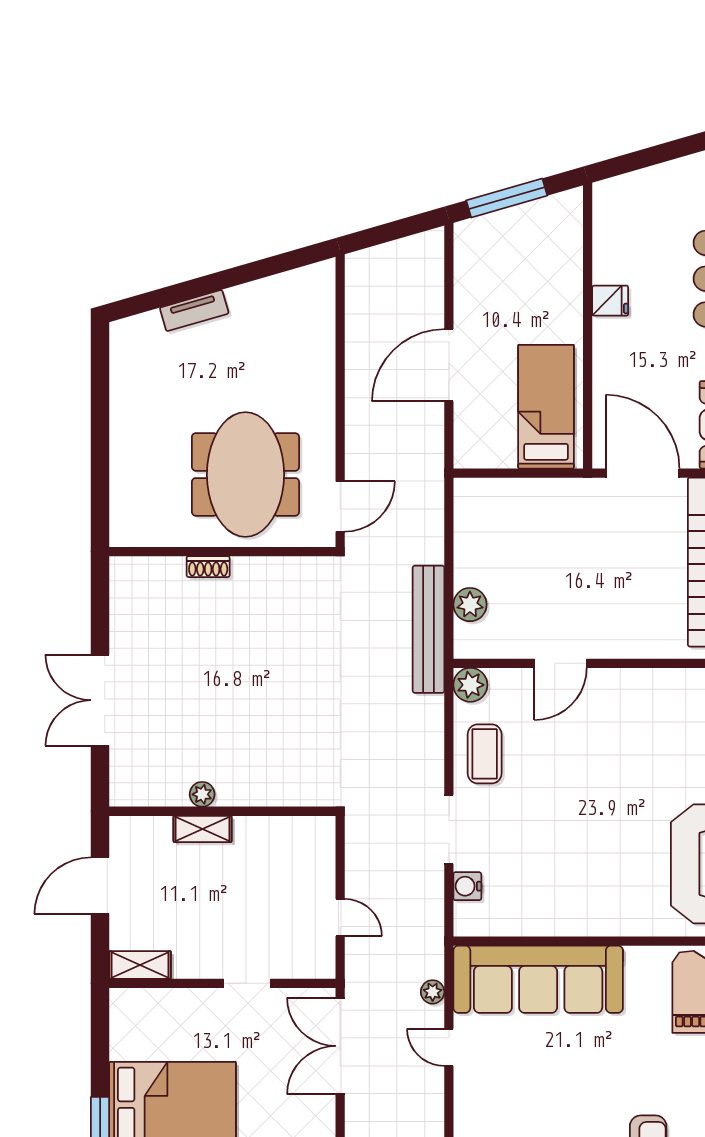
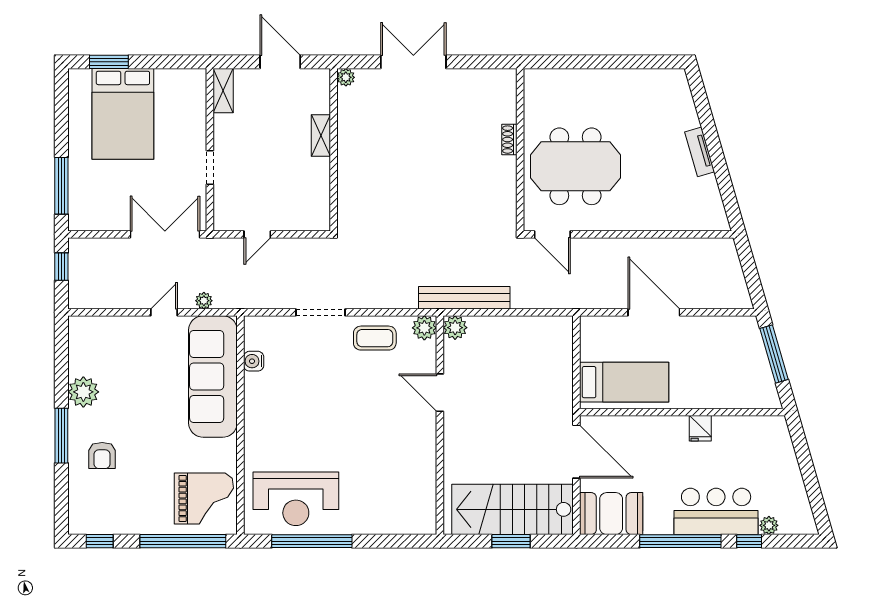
tv unit: (194, 311) -> (700, 152), moved
door: (643, 473) -> (576, 452), hinge flipped
plant: (470, 605) -> (455, 328), moved
plant: (202, 794) -> (346, 77), moved
water cooler: (467, 886) -> (254, 361), moved, turned -90

